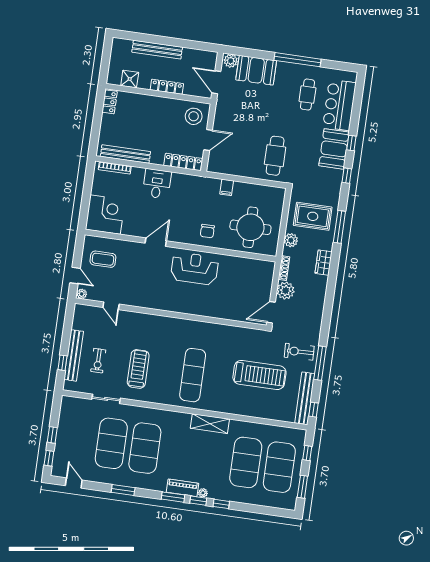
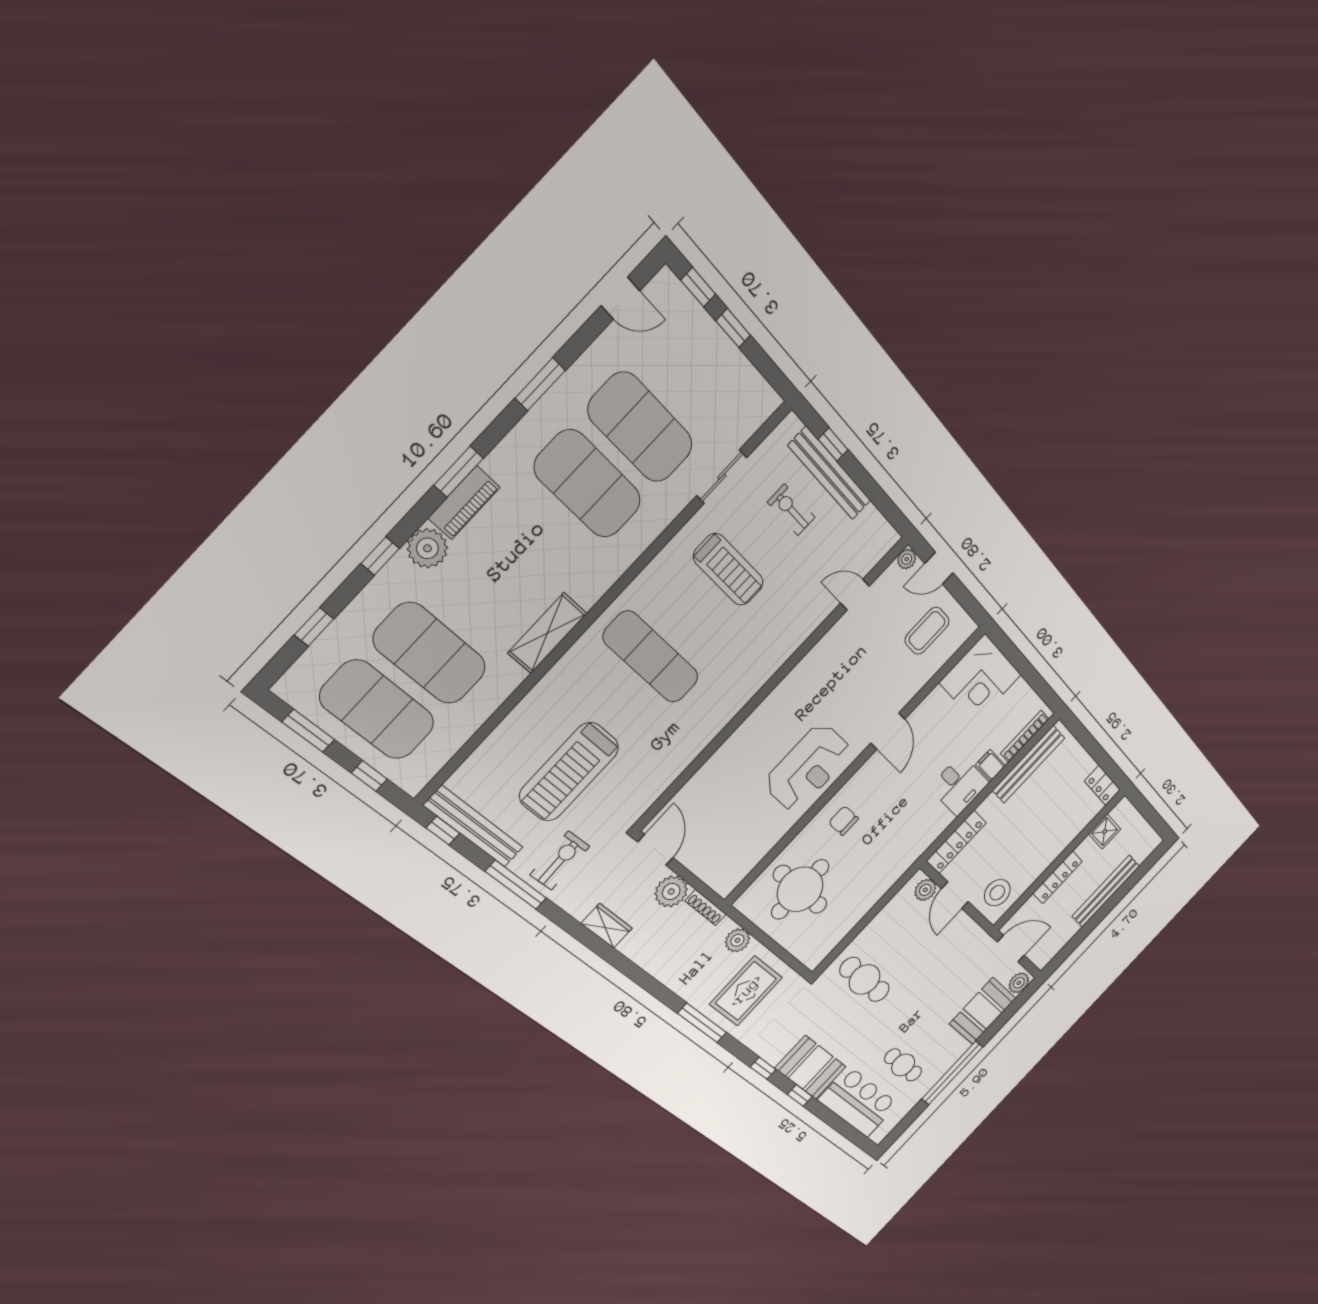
plant: (215, 159) -> (925, 890), added
filing cabinet: (227, 187) -> (990, 765), moved
wardrobe: (324, 263) -> (607, 926), moved
plant: (203, 493) -> (427, 548), width x1.88, depth x1.88
window: (198, 501) -> (314, 627), moved

